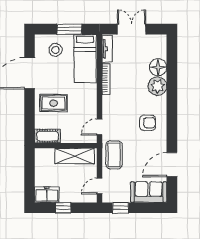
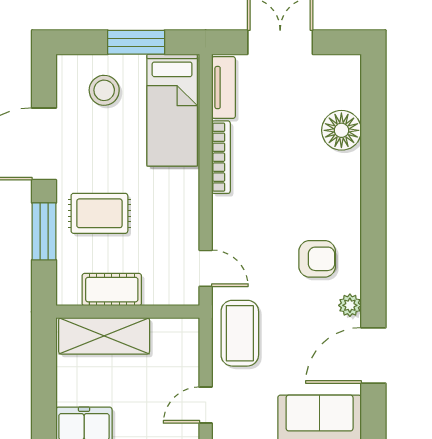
plant: (157, 86) -> (350, 305), moved, width x0.53, depth x0.53
window: (30, 111) -> (44, 231), added
door: (99, 127) -> (206, 268), swing flipped
cot: (48, 136) -> (112, 290), moved
shelving: (75, 156) -> (104, 336), moved

